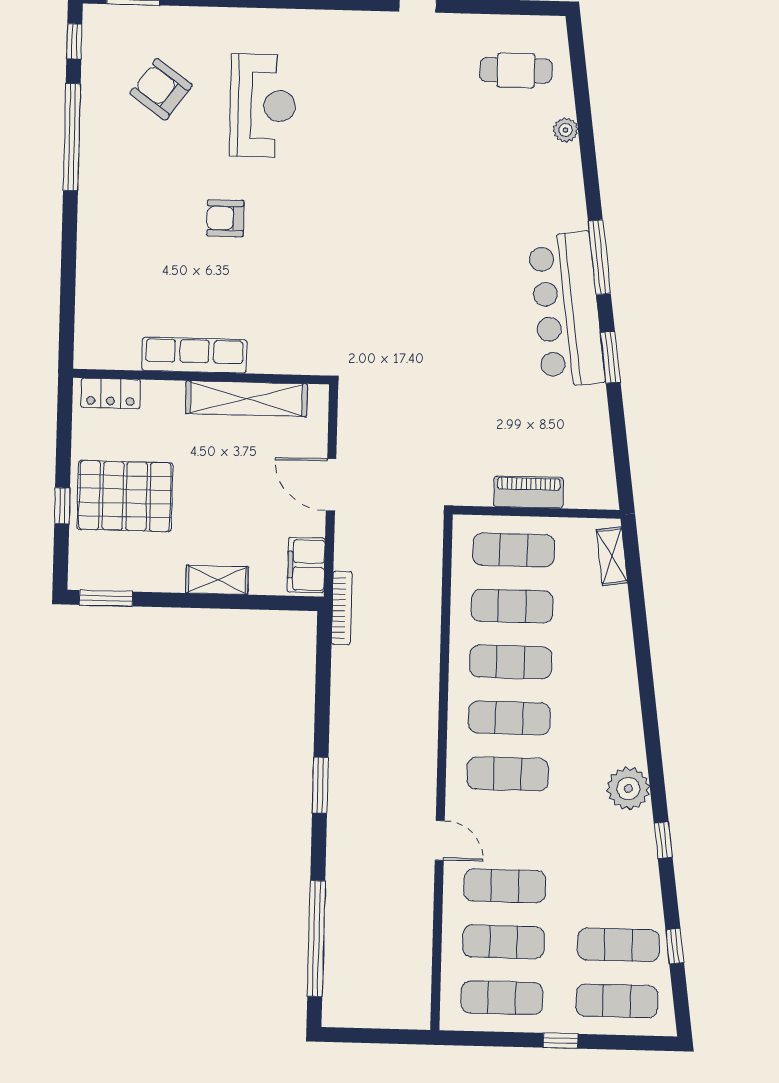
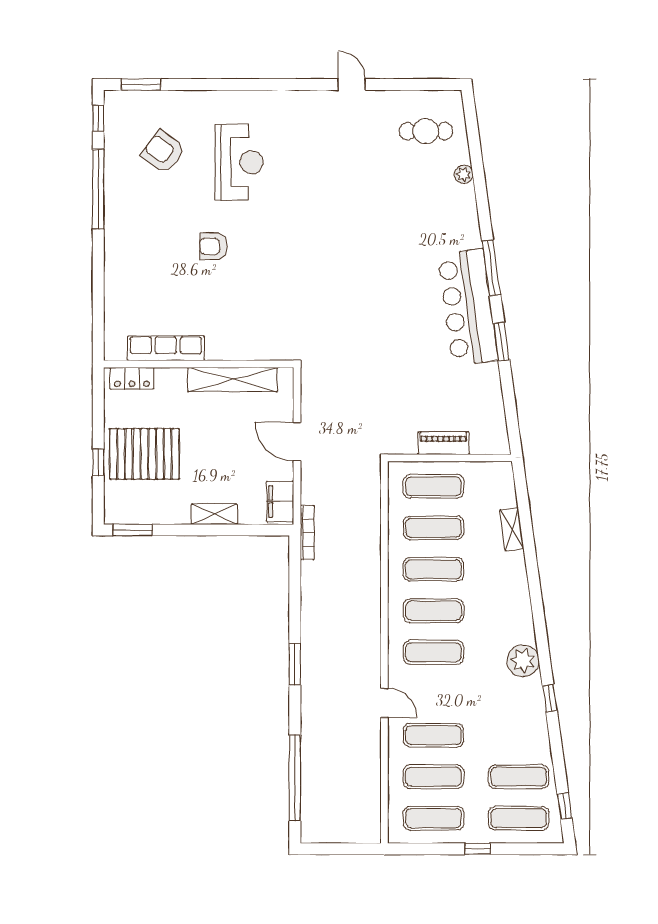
row of seats: (194, 355) -> (166, 348), moved
shelving: (612, 556) -> (512, 529), moved
window: (675, 946) -> (564, 806), moved

